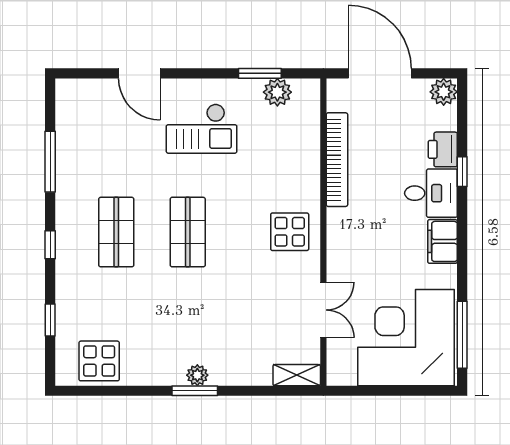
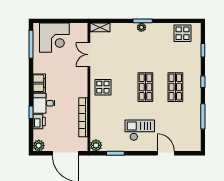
plant: (277, 92) -> (96, 145), moved
corner desk: (406, 338) -> (54, 38), width x0.74, depth x0.74

